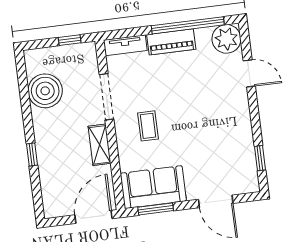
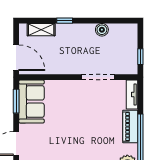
boiler: (45, 91) -> (102, 30), width x0.54, depth x0.54
coffee table: (148, 126) -> (74, 103), removed
shelving: (100, 145) -> (41, 30), moved

